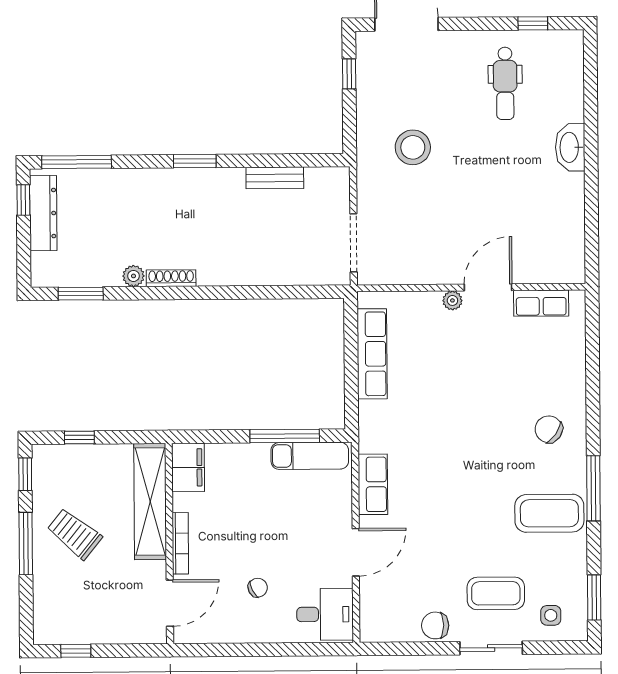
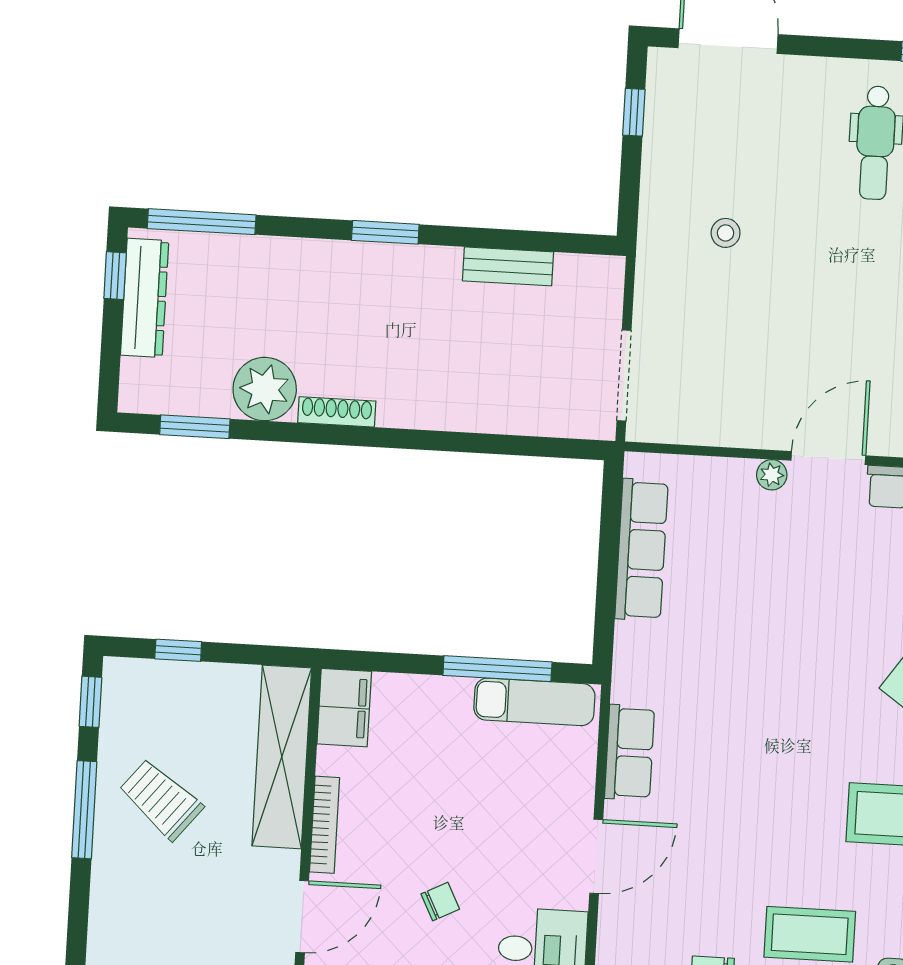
stool: (413, 147) -> (726, 233), width x0.53, depth x0.53
plant: (133, 276) -> (265, 389), width x1.88, depth x1.88

